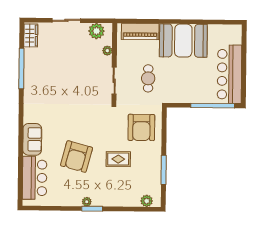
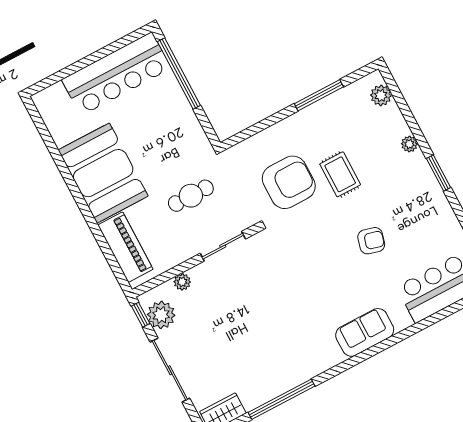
sliding door: (66, 20) -> (170, 370), width x1.37
window: (102, 21) -> (141, 315), added
armchair: (141, 127) -> (289, 182), moved
sofa: (32, 139) -> (365, 332), moved
armchair: (76, 157) -> (371, 241), width x0.53, depth x0.53
plant: (87, 202) -> (409, 144), moved

